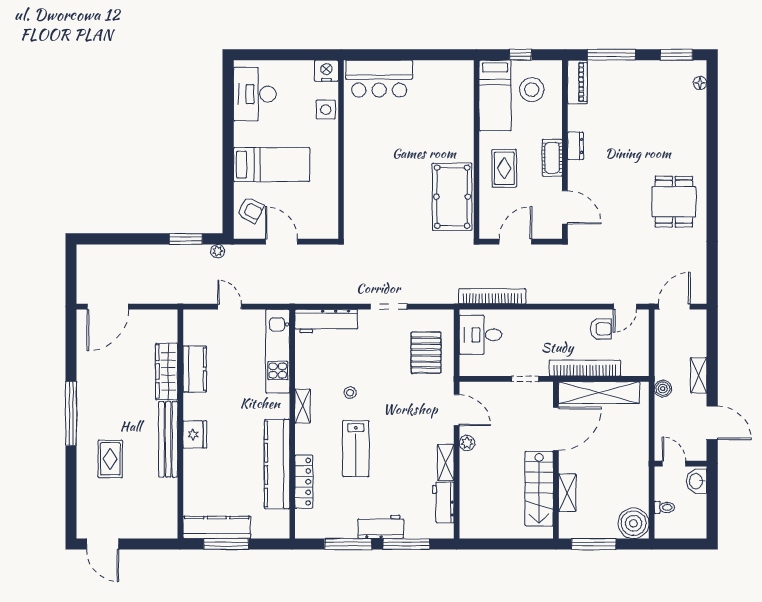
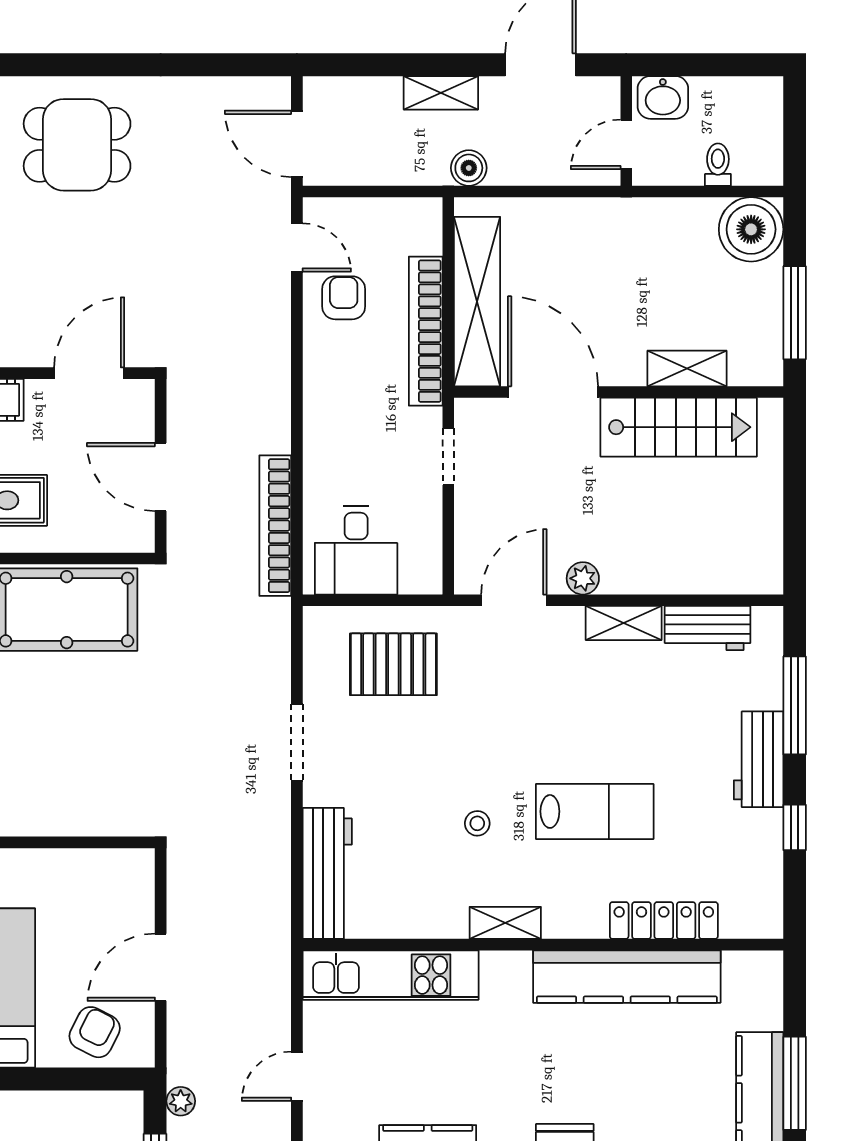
window: (348, 544) -> (795, 827), width x0.46

